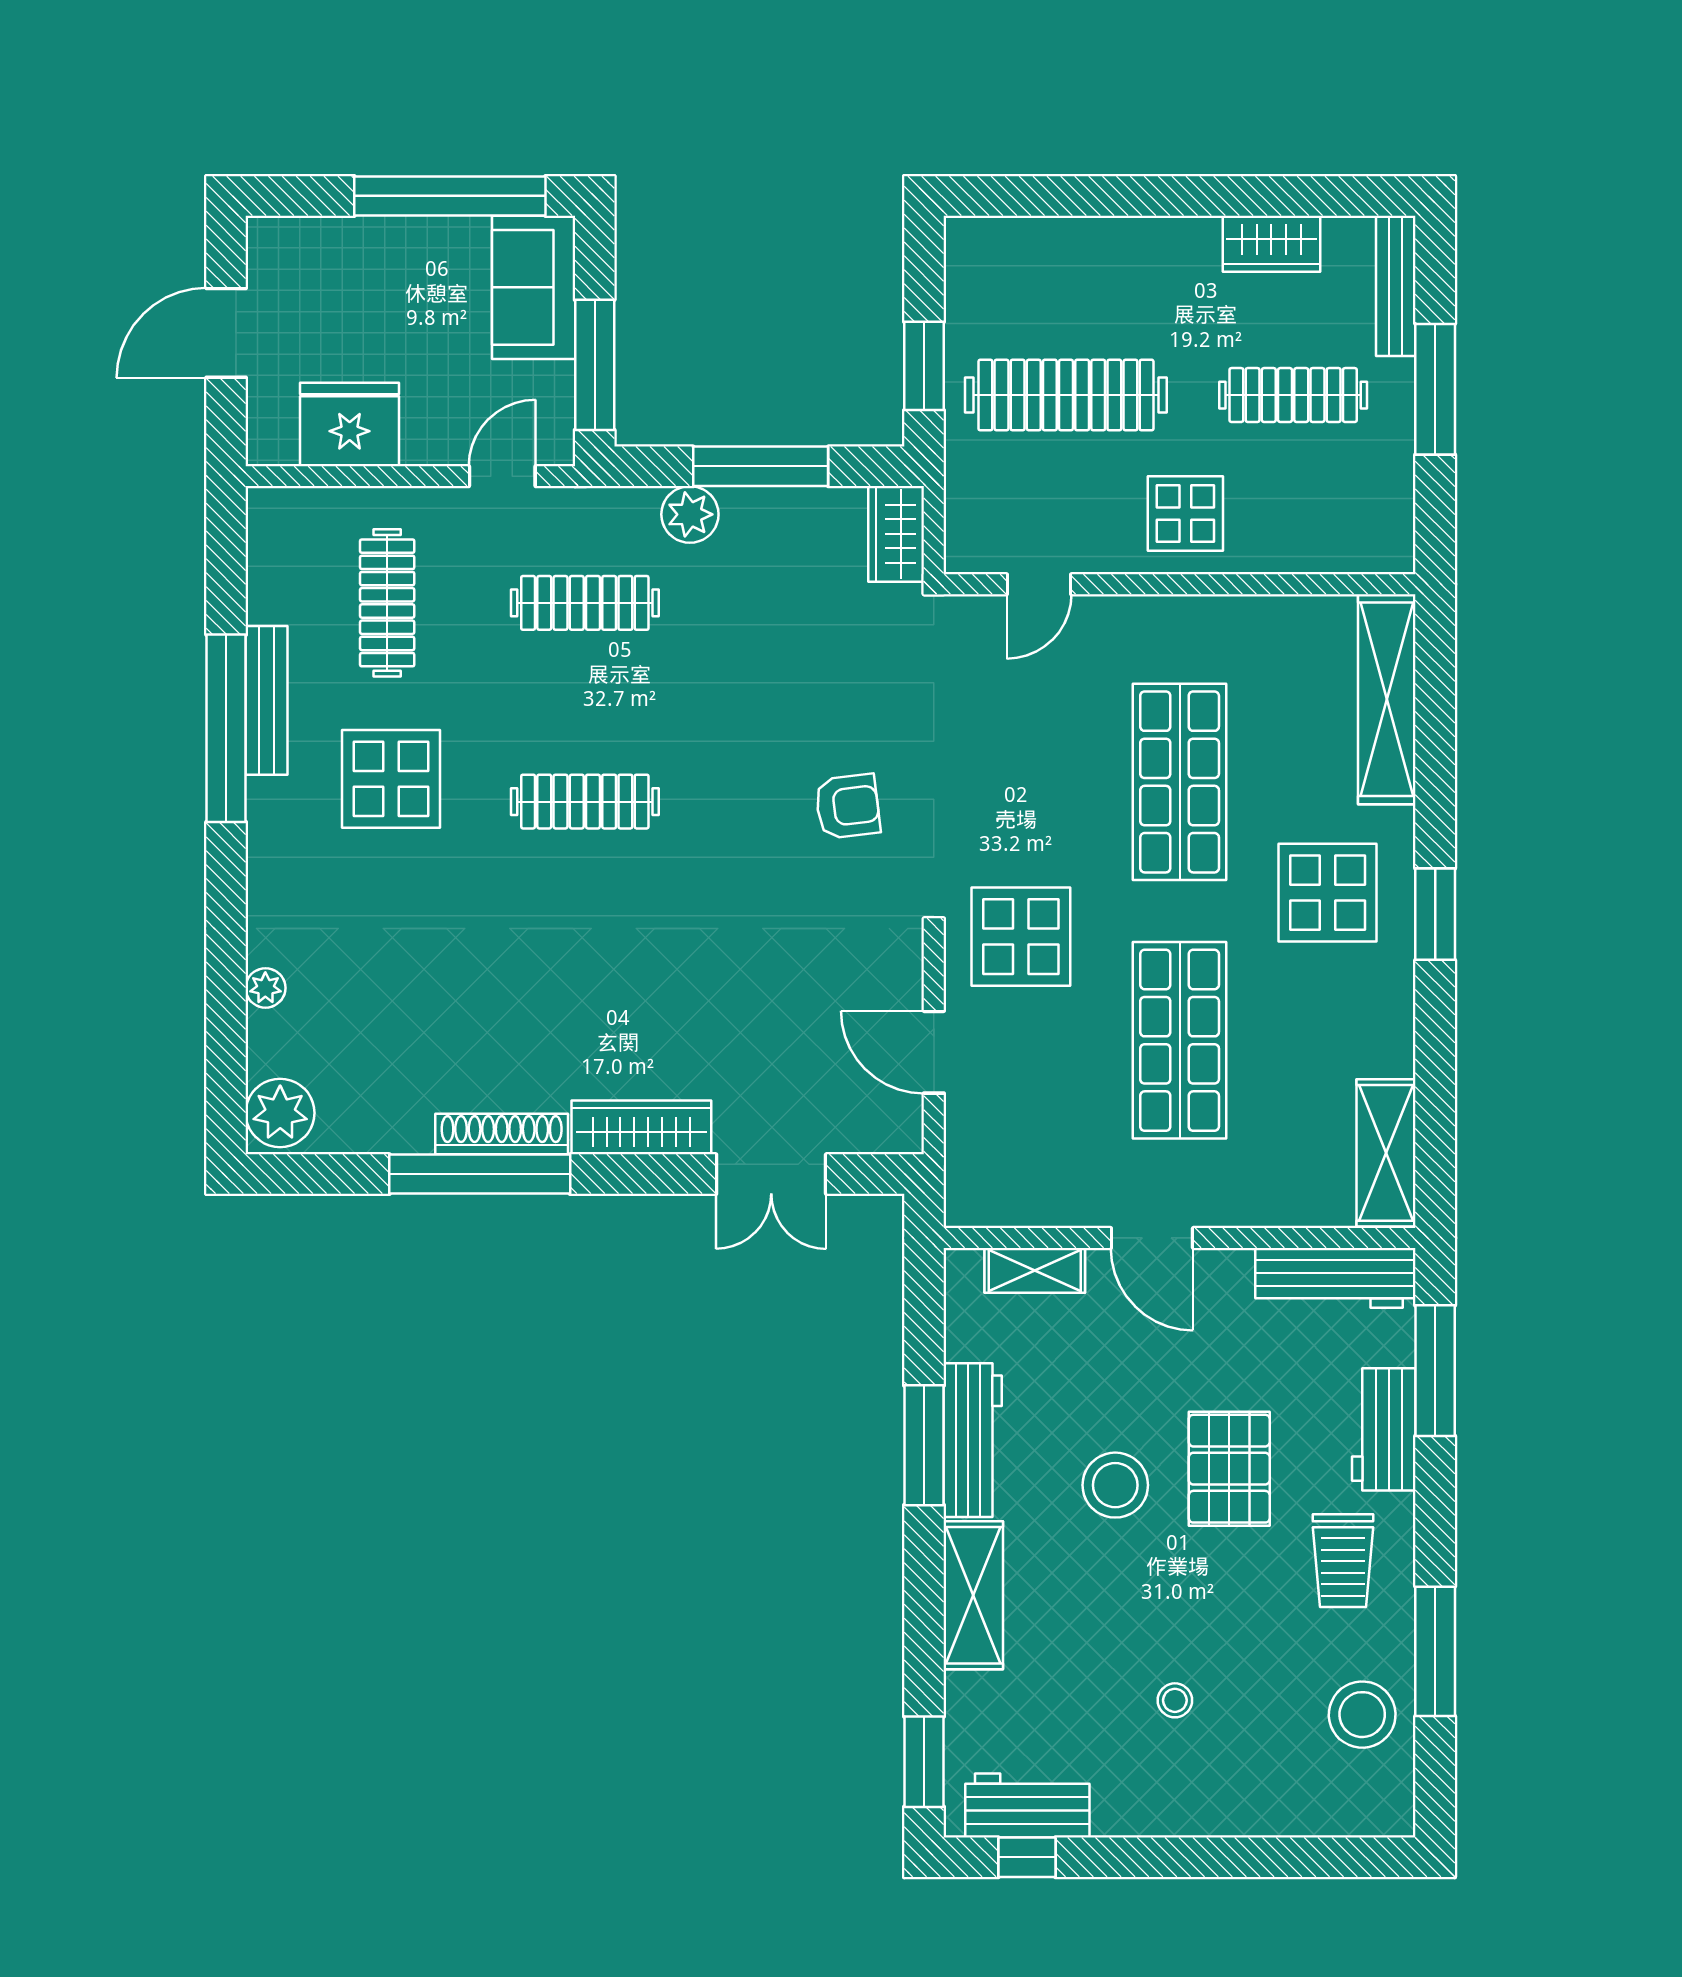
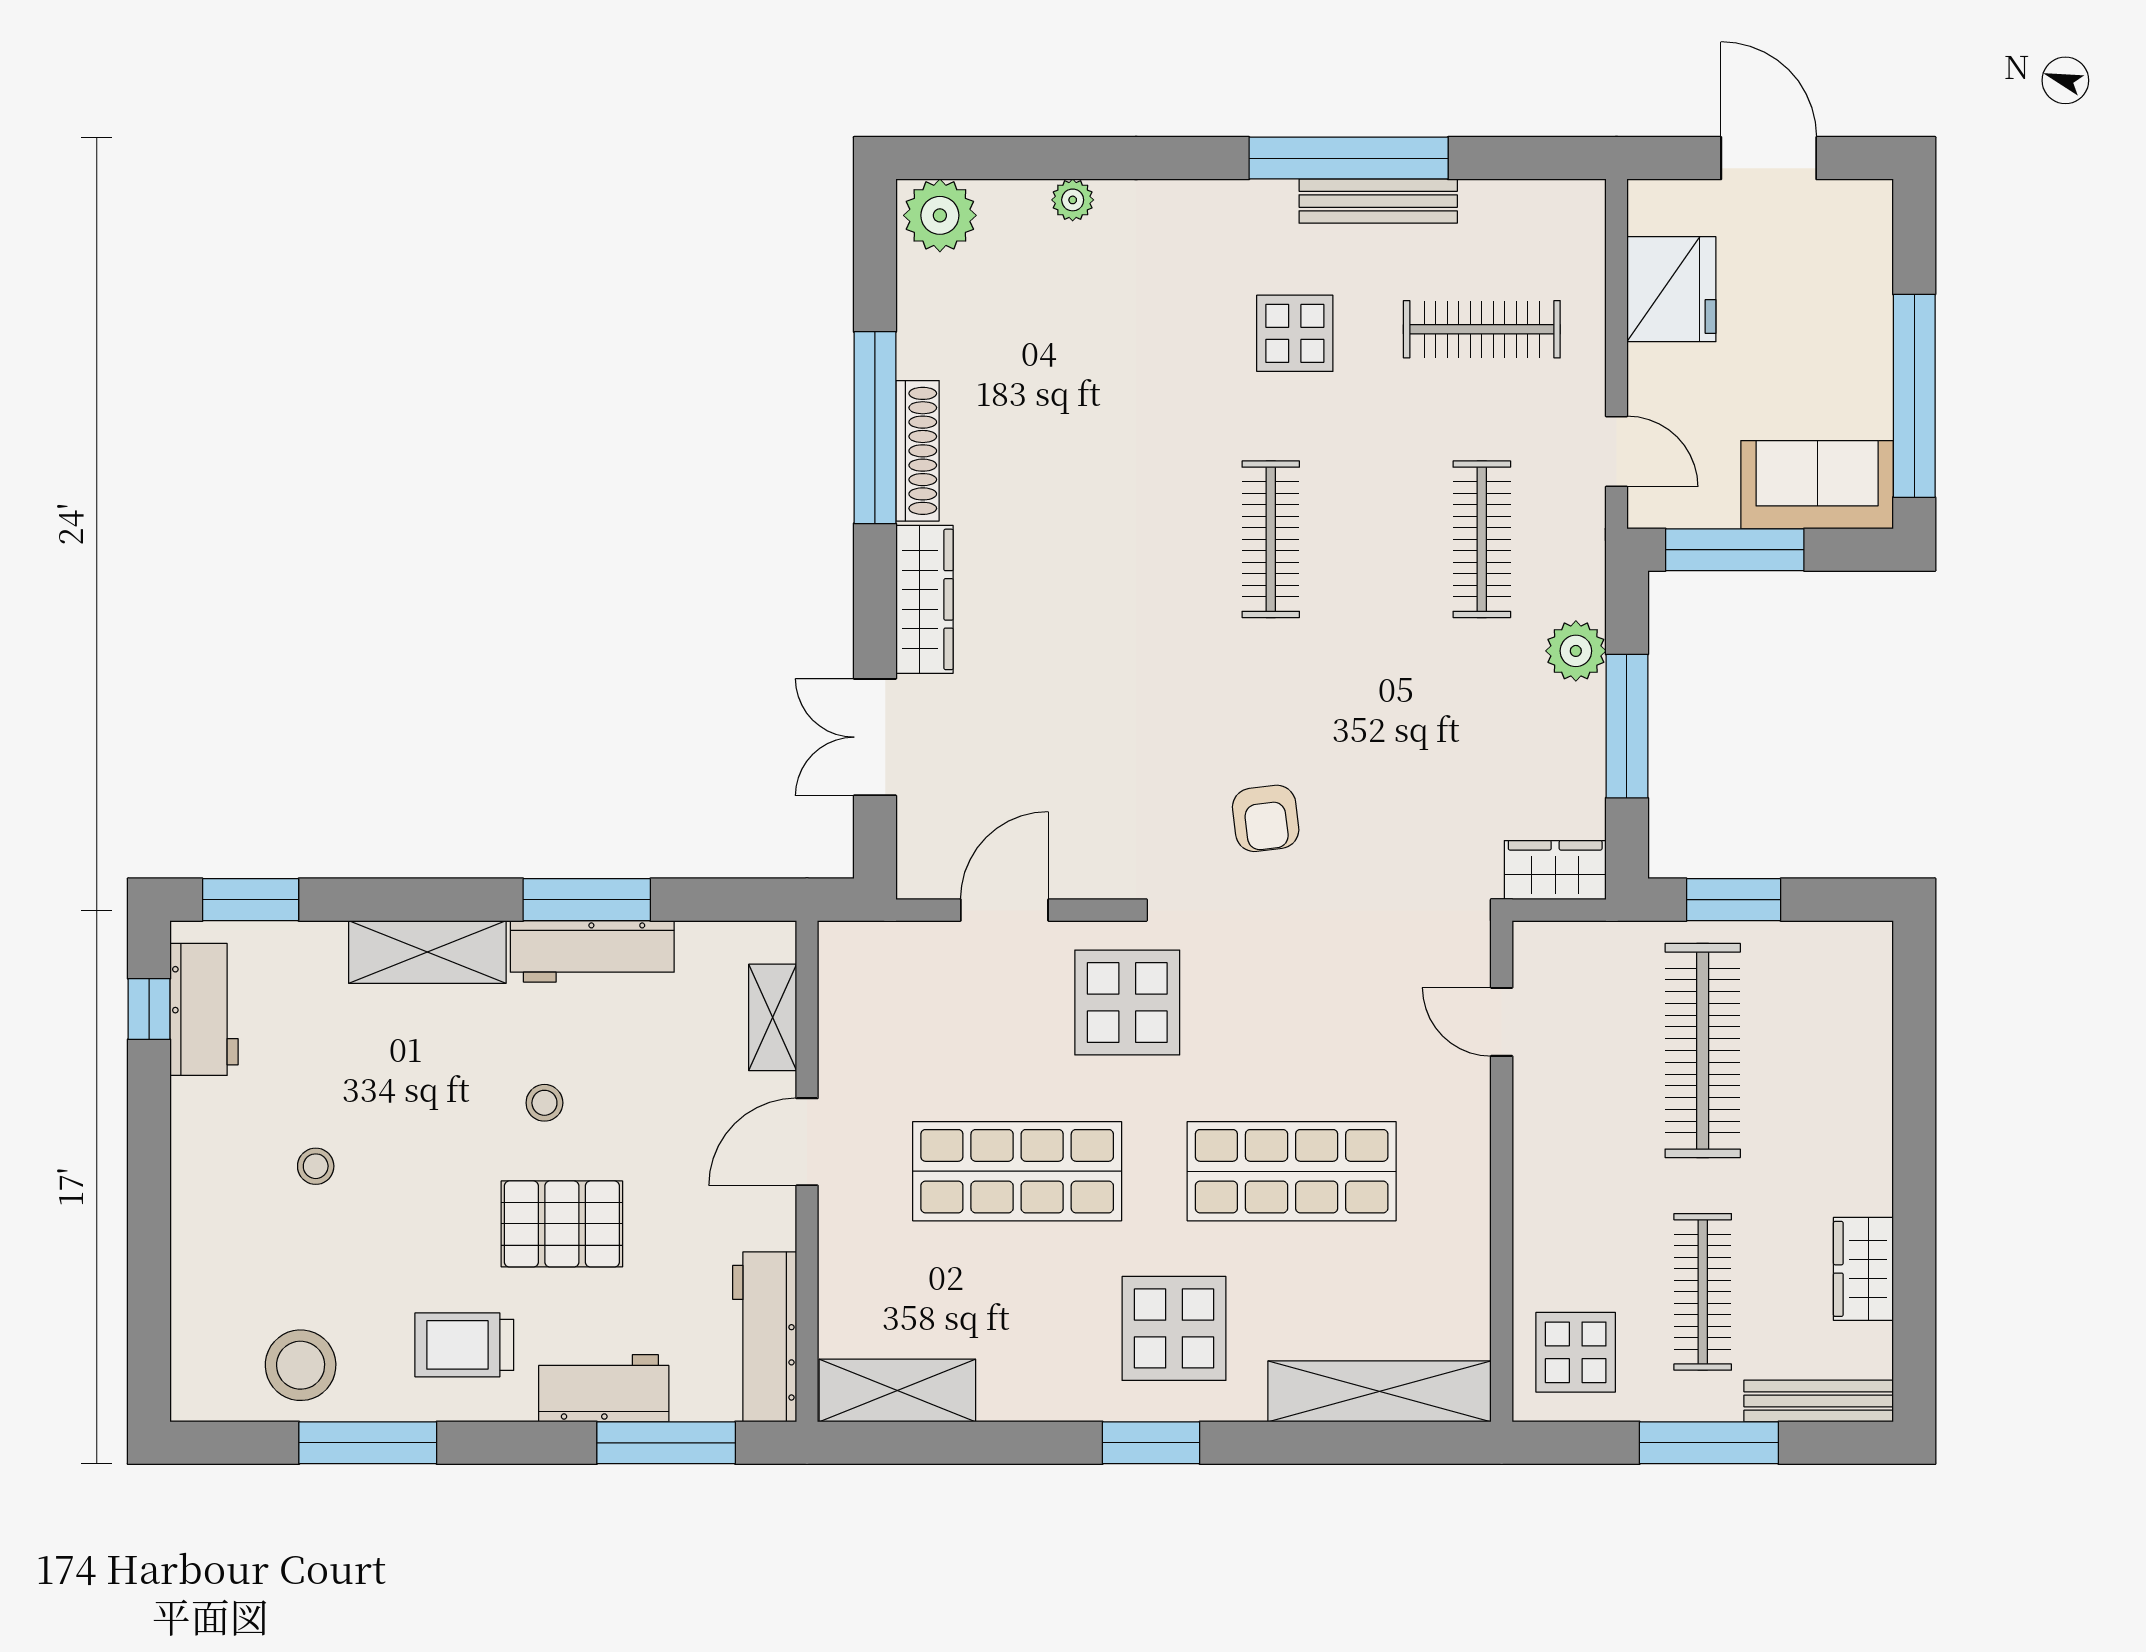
display table: (1185, 514) -> (1576, 1352), moved
display table: (391, 779) -> (1295, 333), width x0.73, depth x0.73
stool: (1115, 1485) -> (544, 1103), width x0.53, depth x0.53

